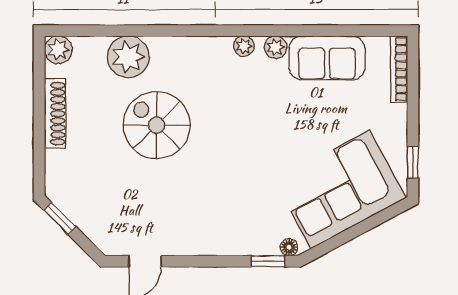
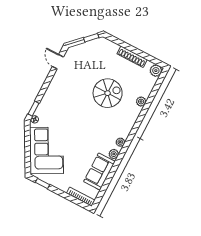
plant: (128, 57) -> (141, 102), width x0.53, depth x0.53

